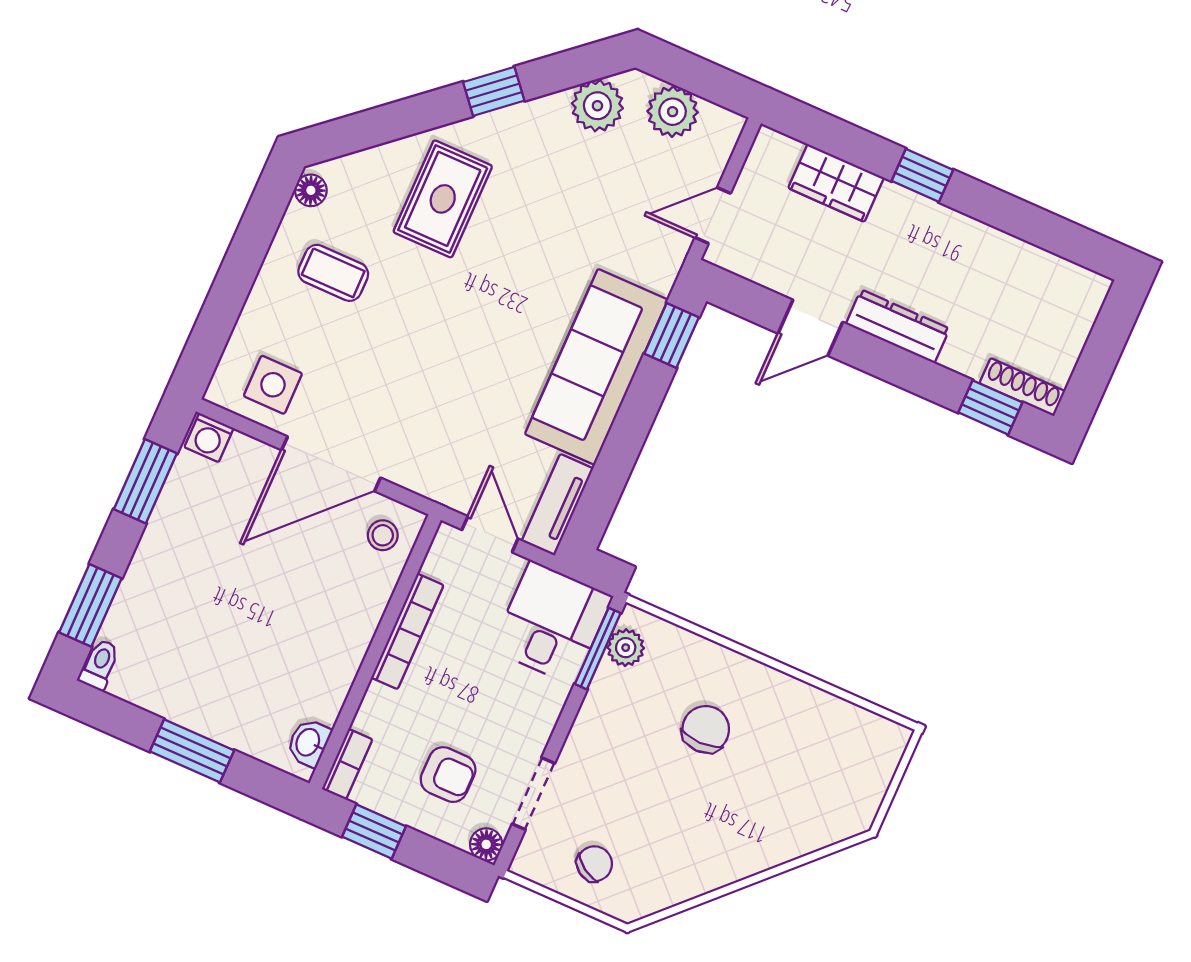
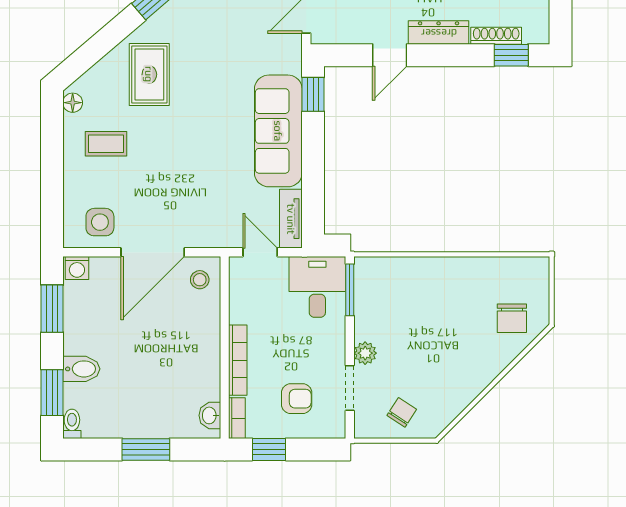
shoe rack: (1022, 387) -> (496, 36), moved
bidet: (149, 590) -> (81, 369), added
bookcase: (407, 631) -> (238, 360), moved
plant: (626, 648) -> (365, 353), moved
chair: (706, 729) -> (512, 318), moved, turned 180
floor lamp: (486, 844) -> (336, 429), removed

